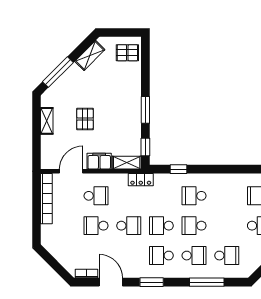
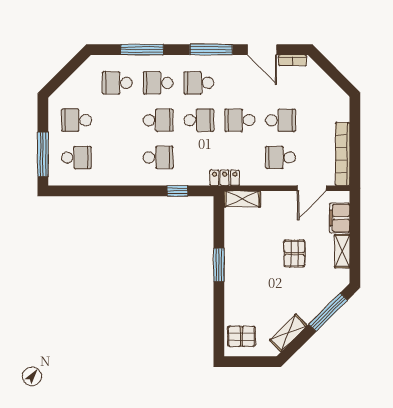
window: (145, 147) -> (219, 219), removed
filing cabinet: (99, 161) -> (340, 218), moved, turned 90
school desk: (161, 256) -> (199, 83), turned 180
window: (152, 282) -> (211, 50), width x1.44

